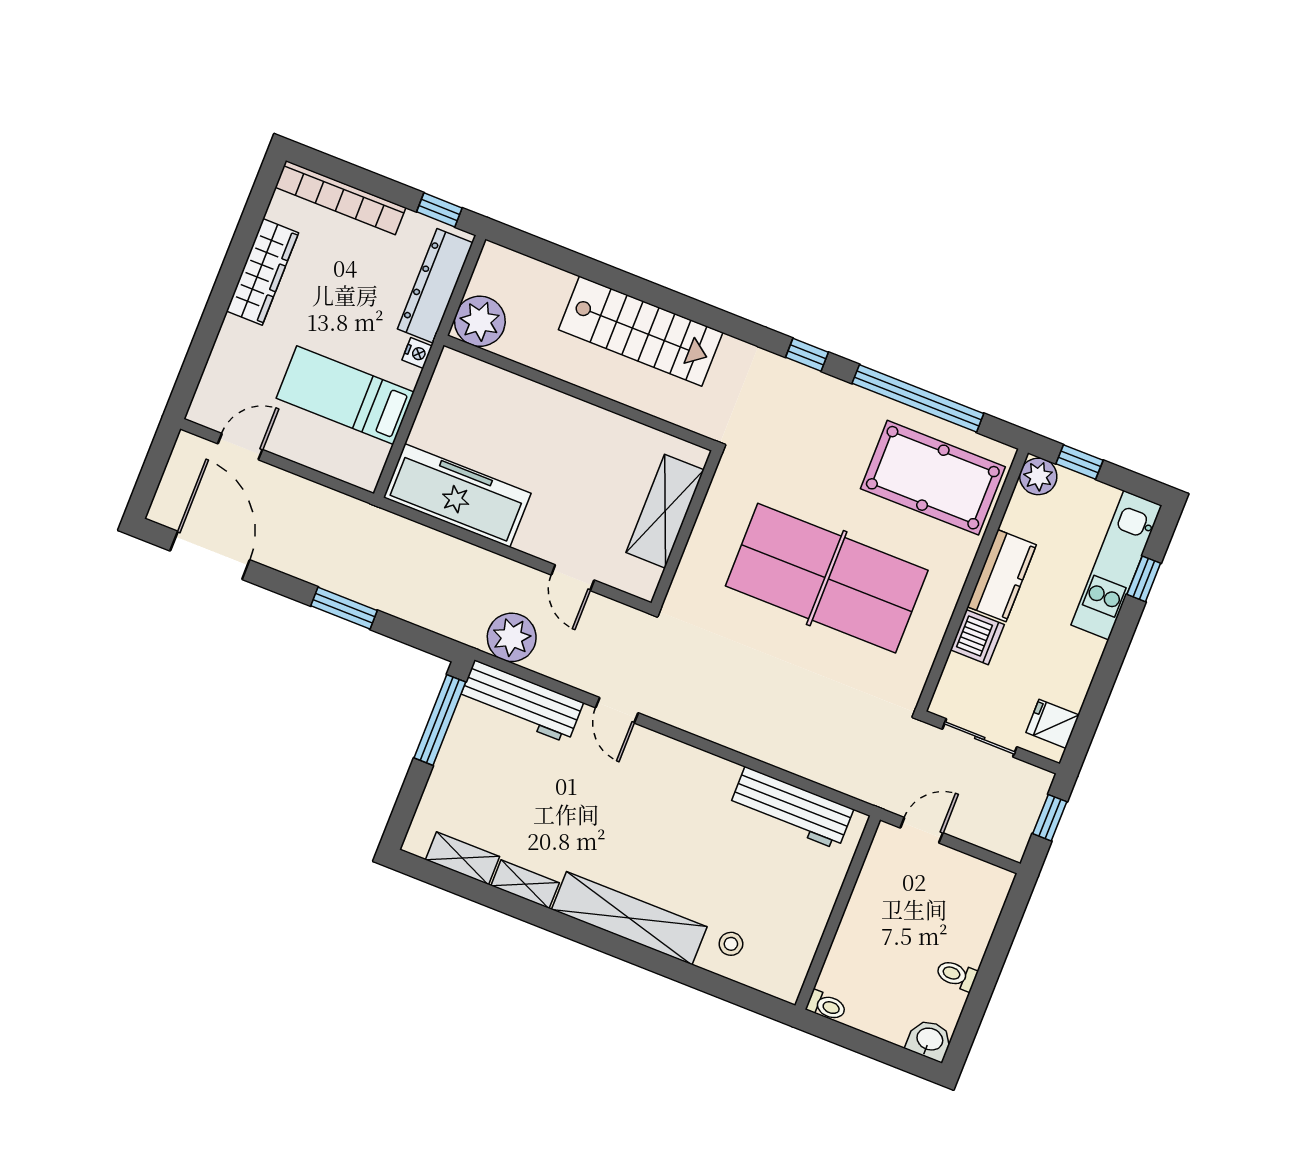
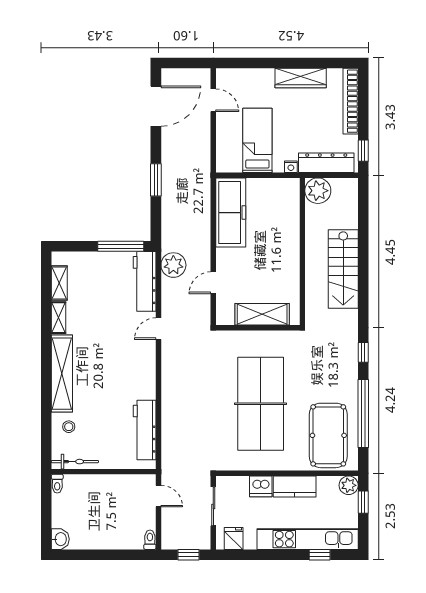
kitchen unit: (1116, 565) -> (308, 539), width x1.36
bicycle: (799, 958) -> (75, 462), added
toilet: (956, 975) -> (150, 540), moved

